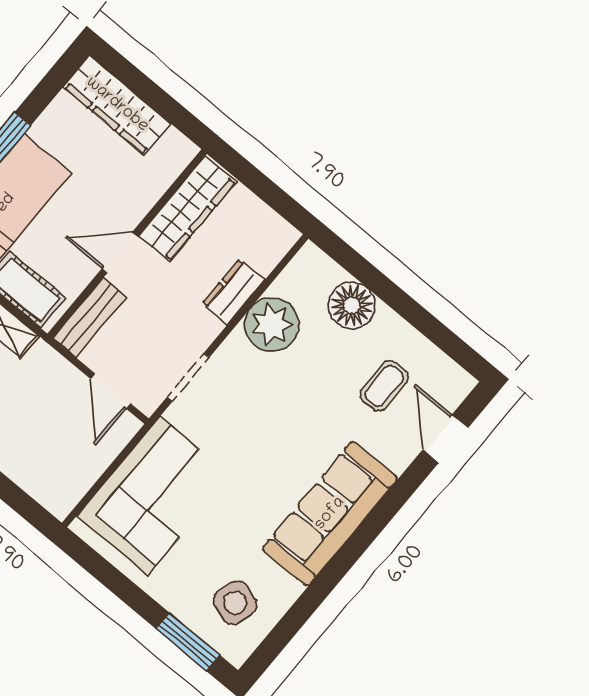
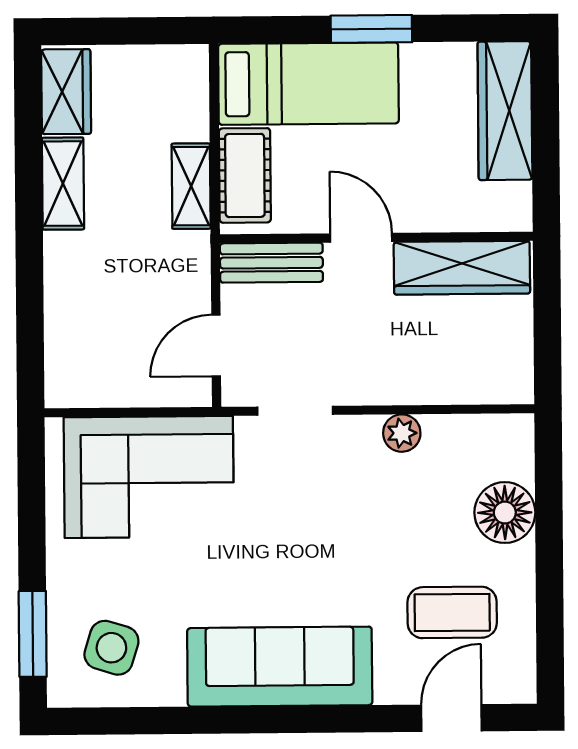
dresser: (233, 292) -> (418, 383), removed
plant: (272, 324) -> (402, 433), width x0.53, depth x0.53
coffee table: (384, 386) -> (452, 612), width x1.36, depth x1.30

